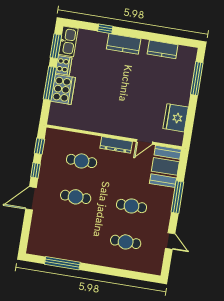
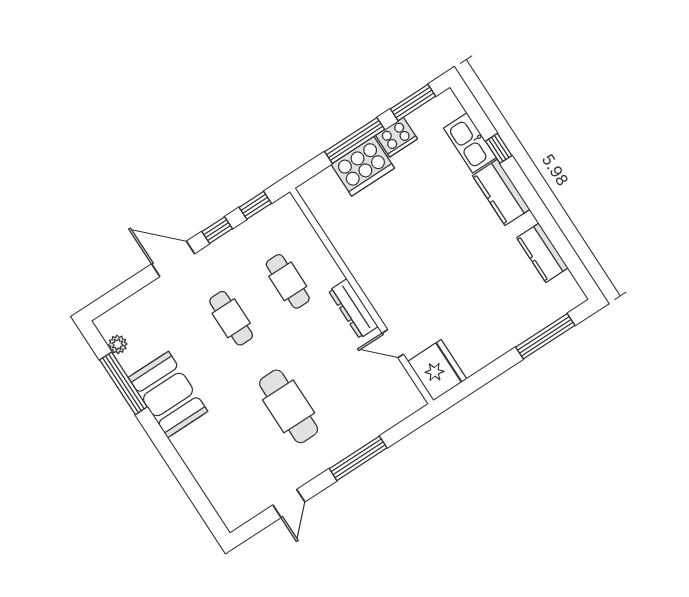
kitchen sink: (68, 41) -> (470, 143), moved, turned 90
fridge: (176, 118) -> (437, 370), moved, turned 90
booth: (165, 166) -> (168, 394), moved, turned 90
cafe table: (132, 206) -> (289, 406), width x1.37, depth x1.35
cafe table: (126, 242) -> (232, 443), removed
plant: (45, 251) -> (118, 344), added

